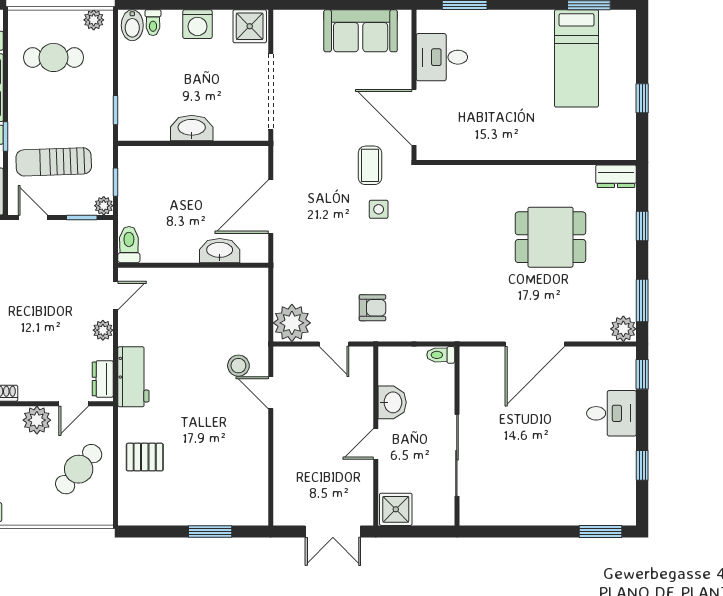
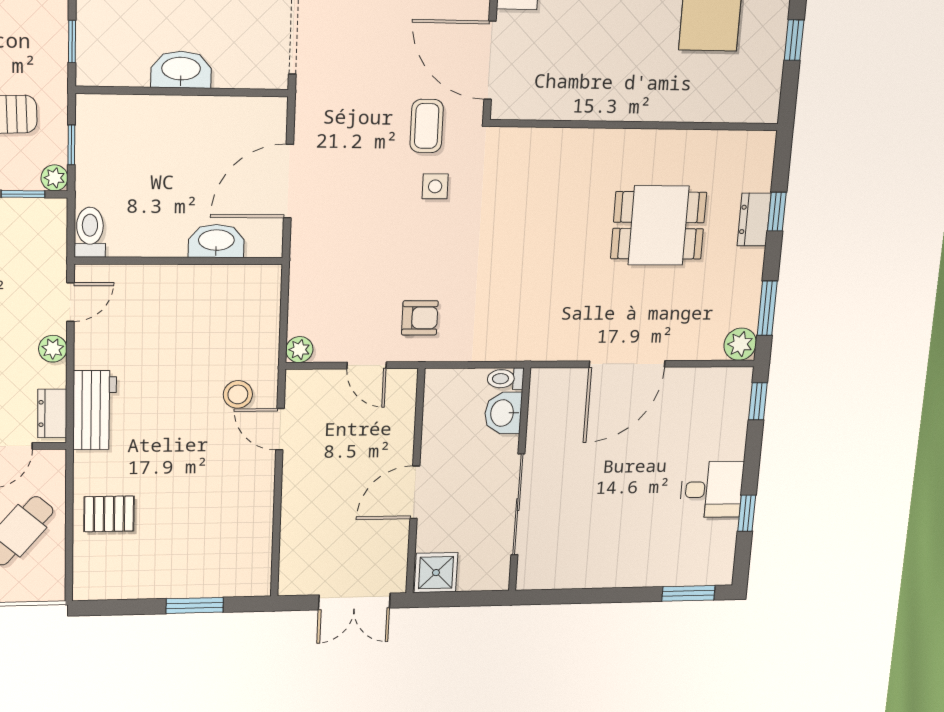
dresser: (616, 176) -> (754, 219), moved, turned 90
plant: (292, 323) -> (299, 350), width x0.53, depth x0.53
washbasin: (392, 402) -> (503, 413), moved, turned 180
desk: (611, 413) -> (712, 490), moved
door: (376, 444) -> (415, 492), width x1.38

